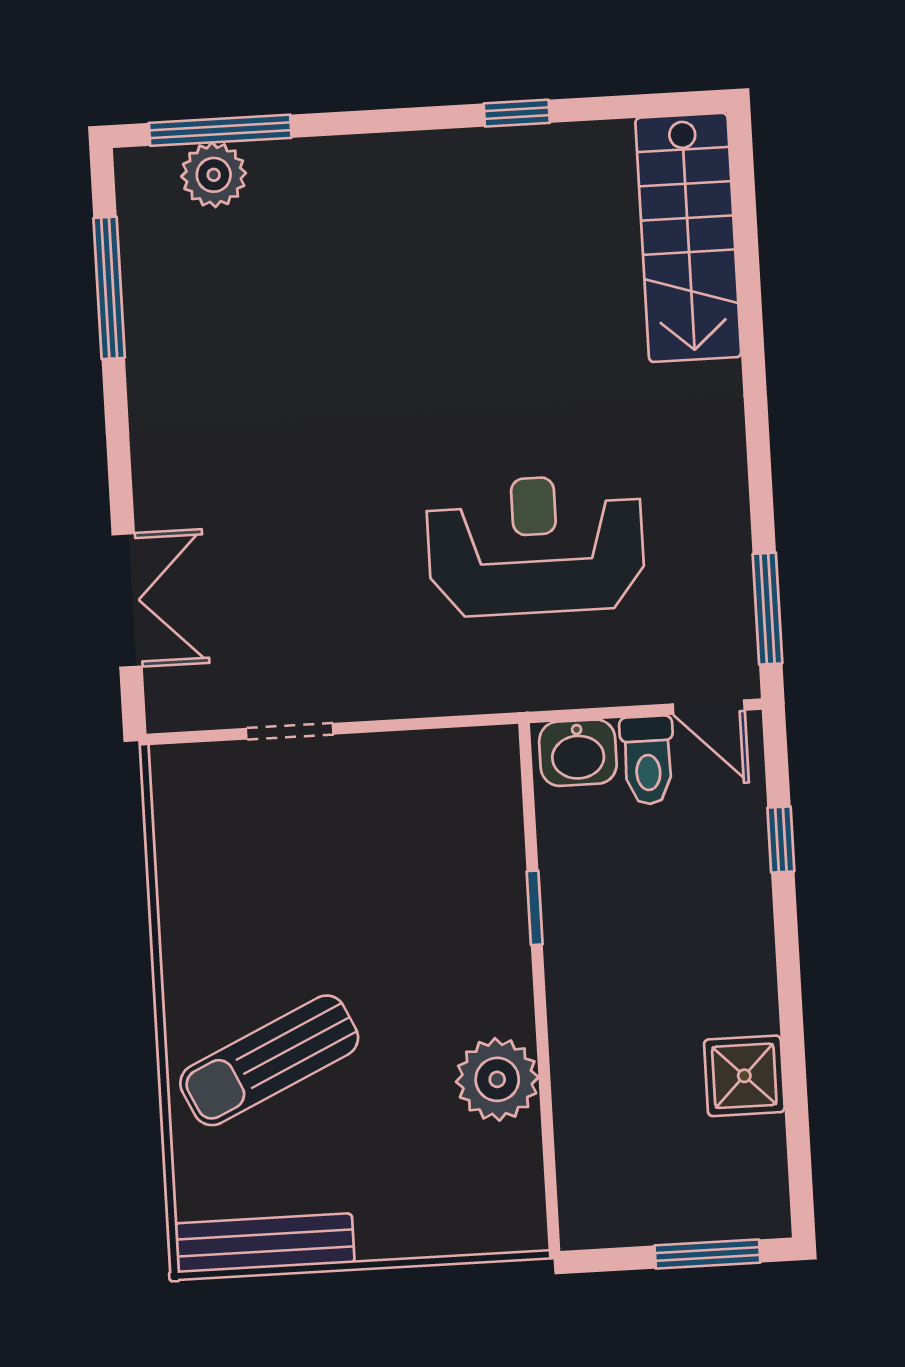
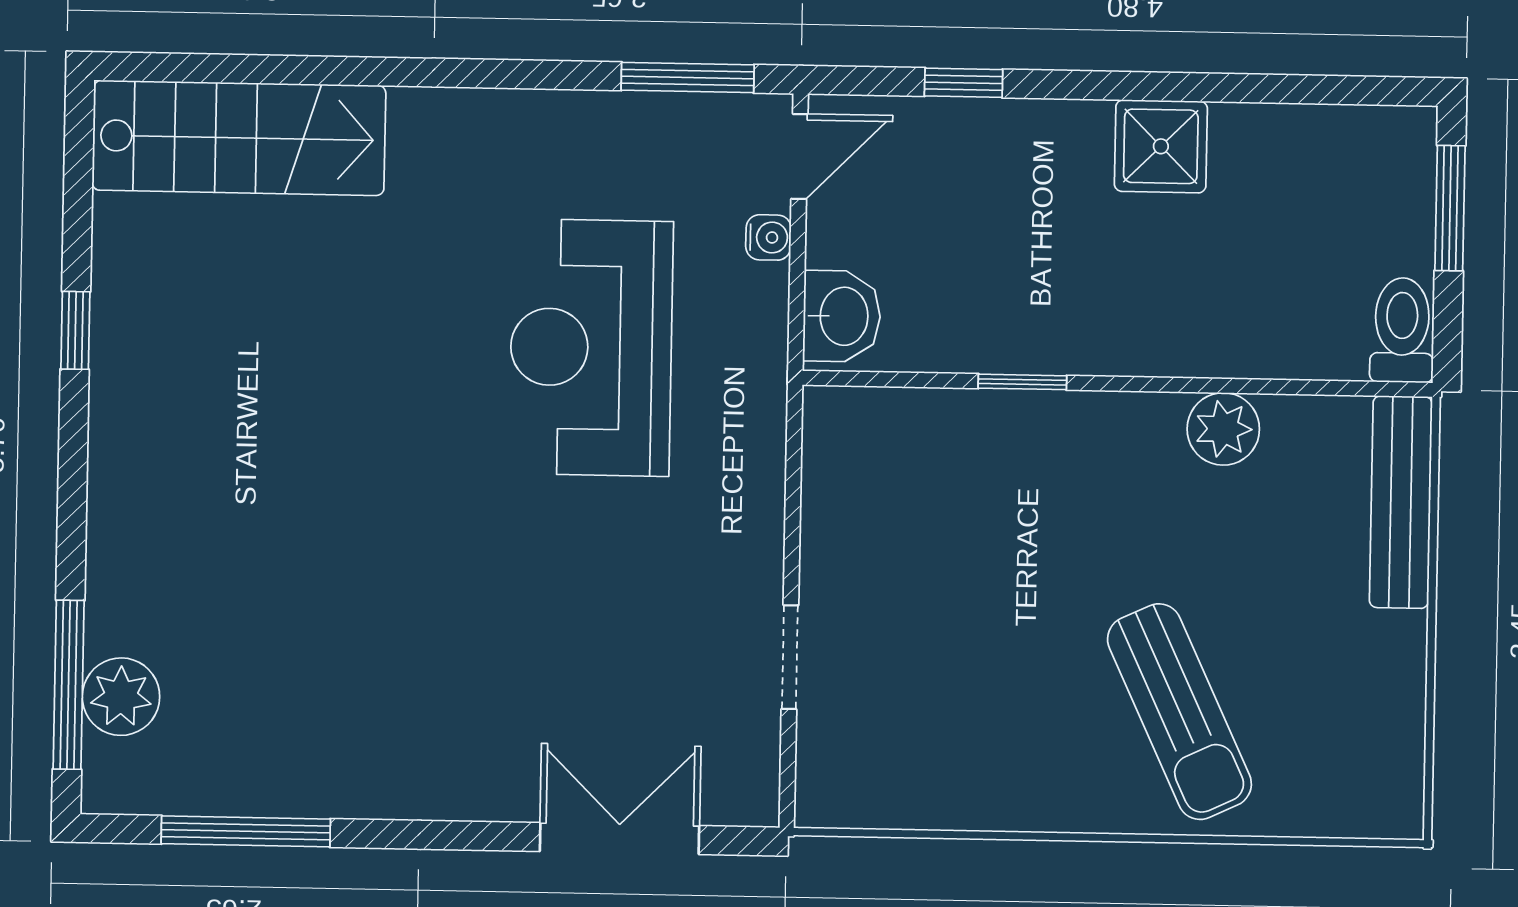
water cooler: (639, 686) -> (768, 237), added
toilet: (648, 760) -> (1402, 330), moved, turned -90
shower: (744, 1076) -> (1161, 146), moved
plant: (497, 1079) -> (1223, 429), width x0.73, depth x0.73
bench: (265, 1243) -> (1401, 502), moved

